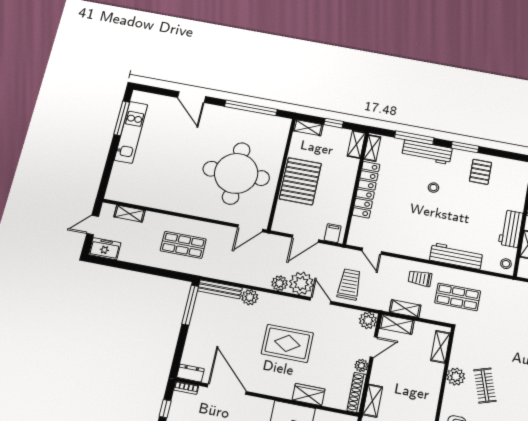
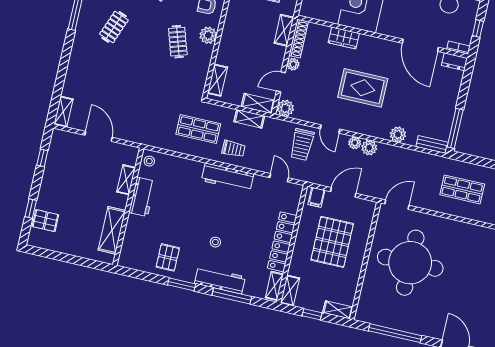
pallet: (300, 181) -> (332, 242), moved
workbench: (456, 256) -> (228, 177), moved
plant: (301, 283) -> (355, 143), width x0.53, depth x0.53
bench: (220, 289) -> (432, 144), width x0.73
plant: (456, 377) -> (208, 35), moved

